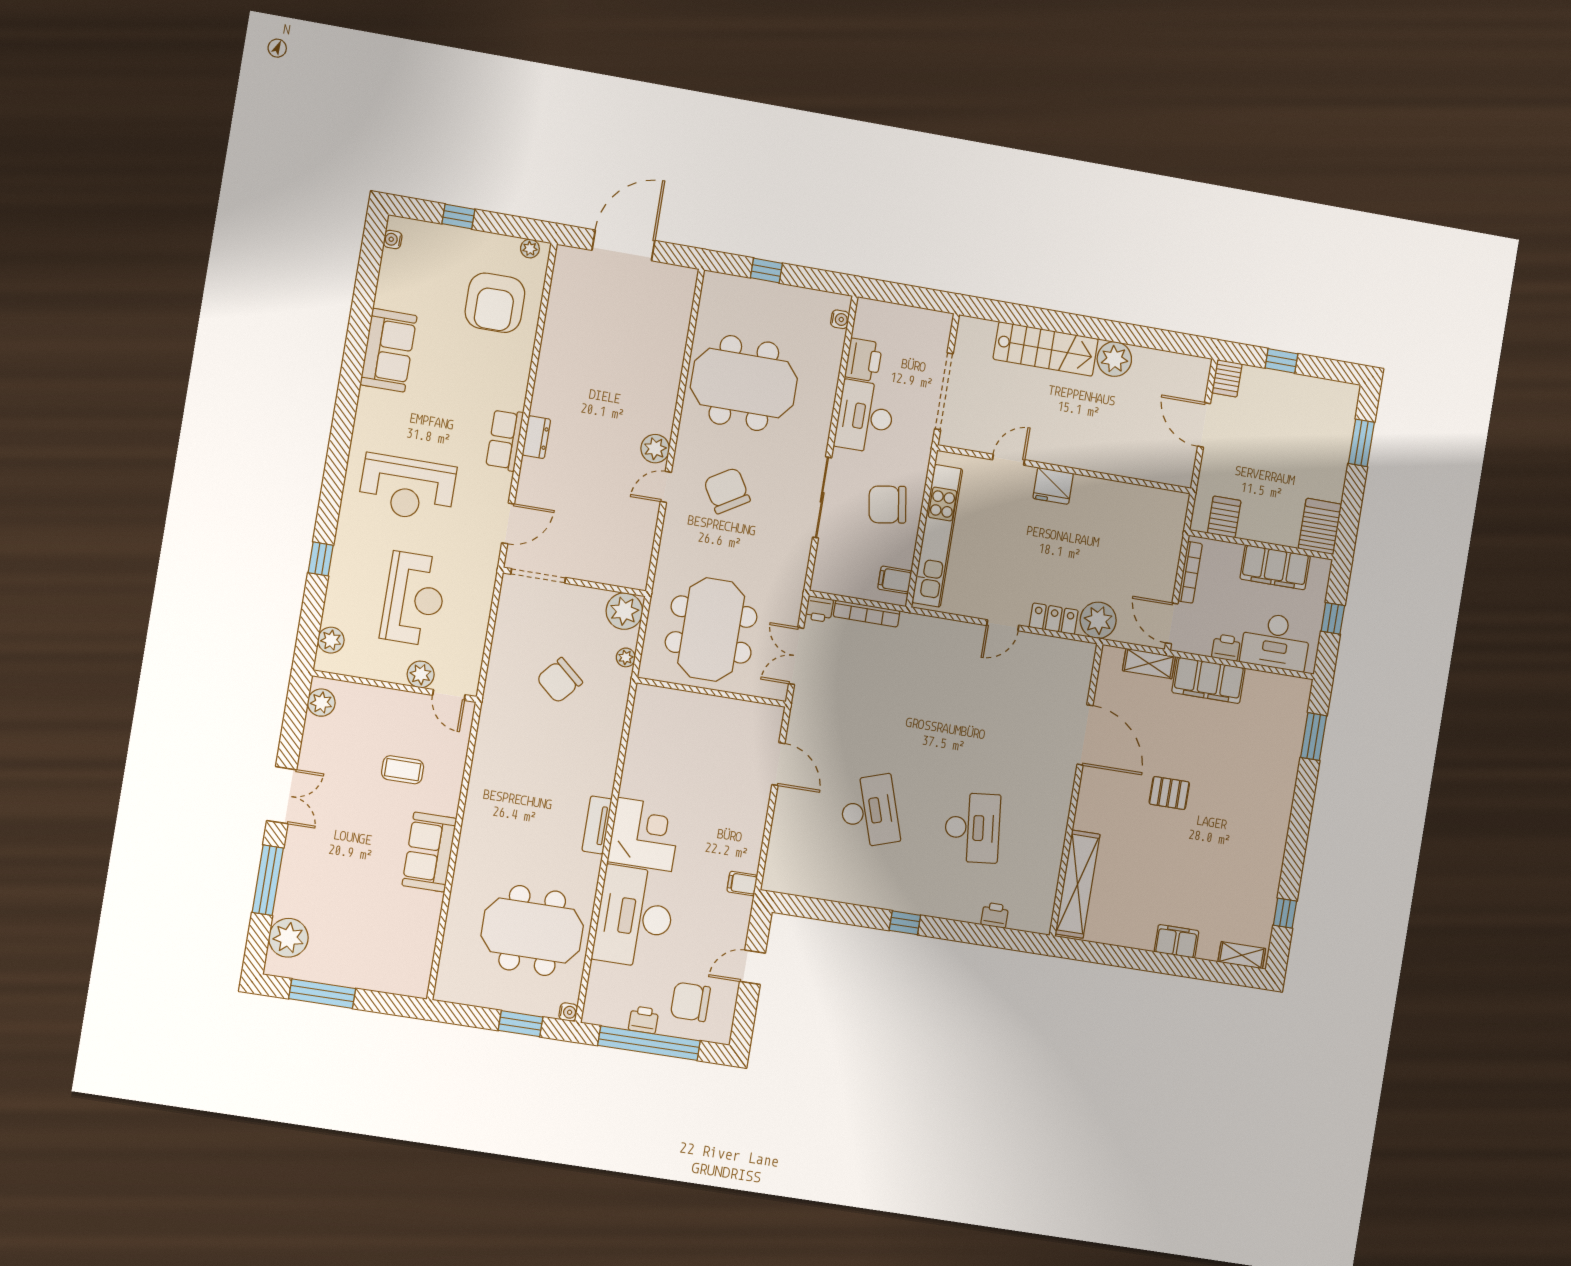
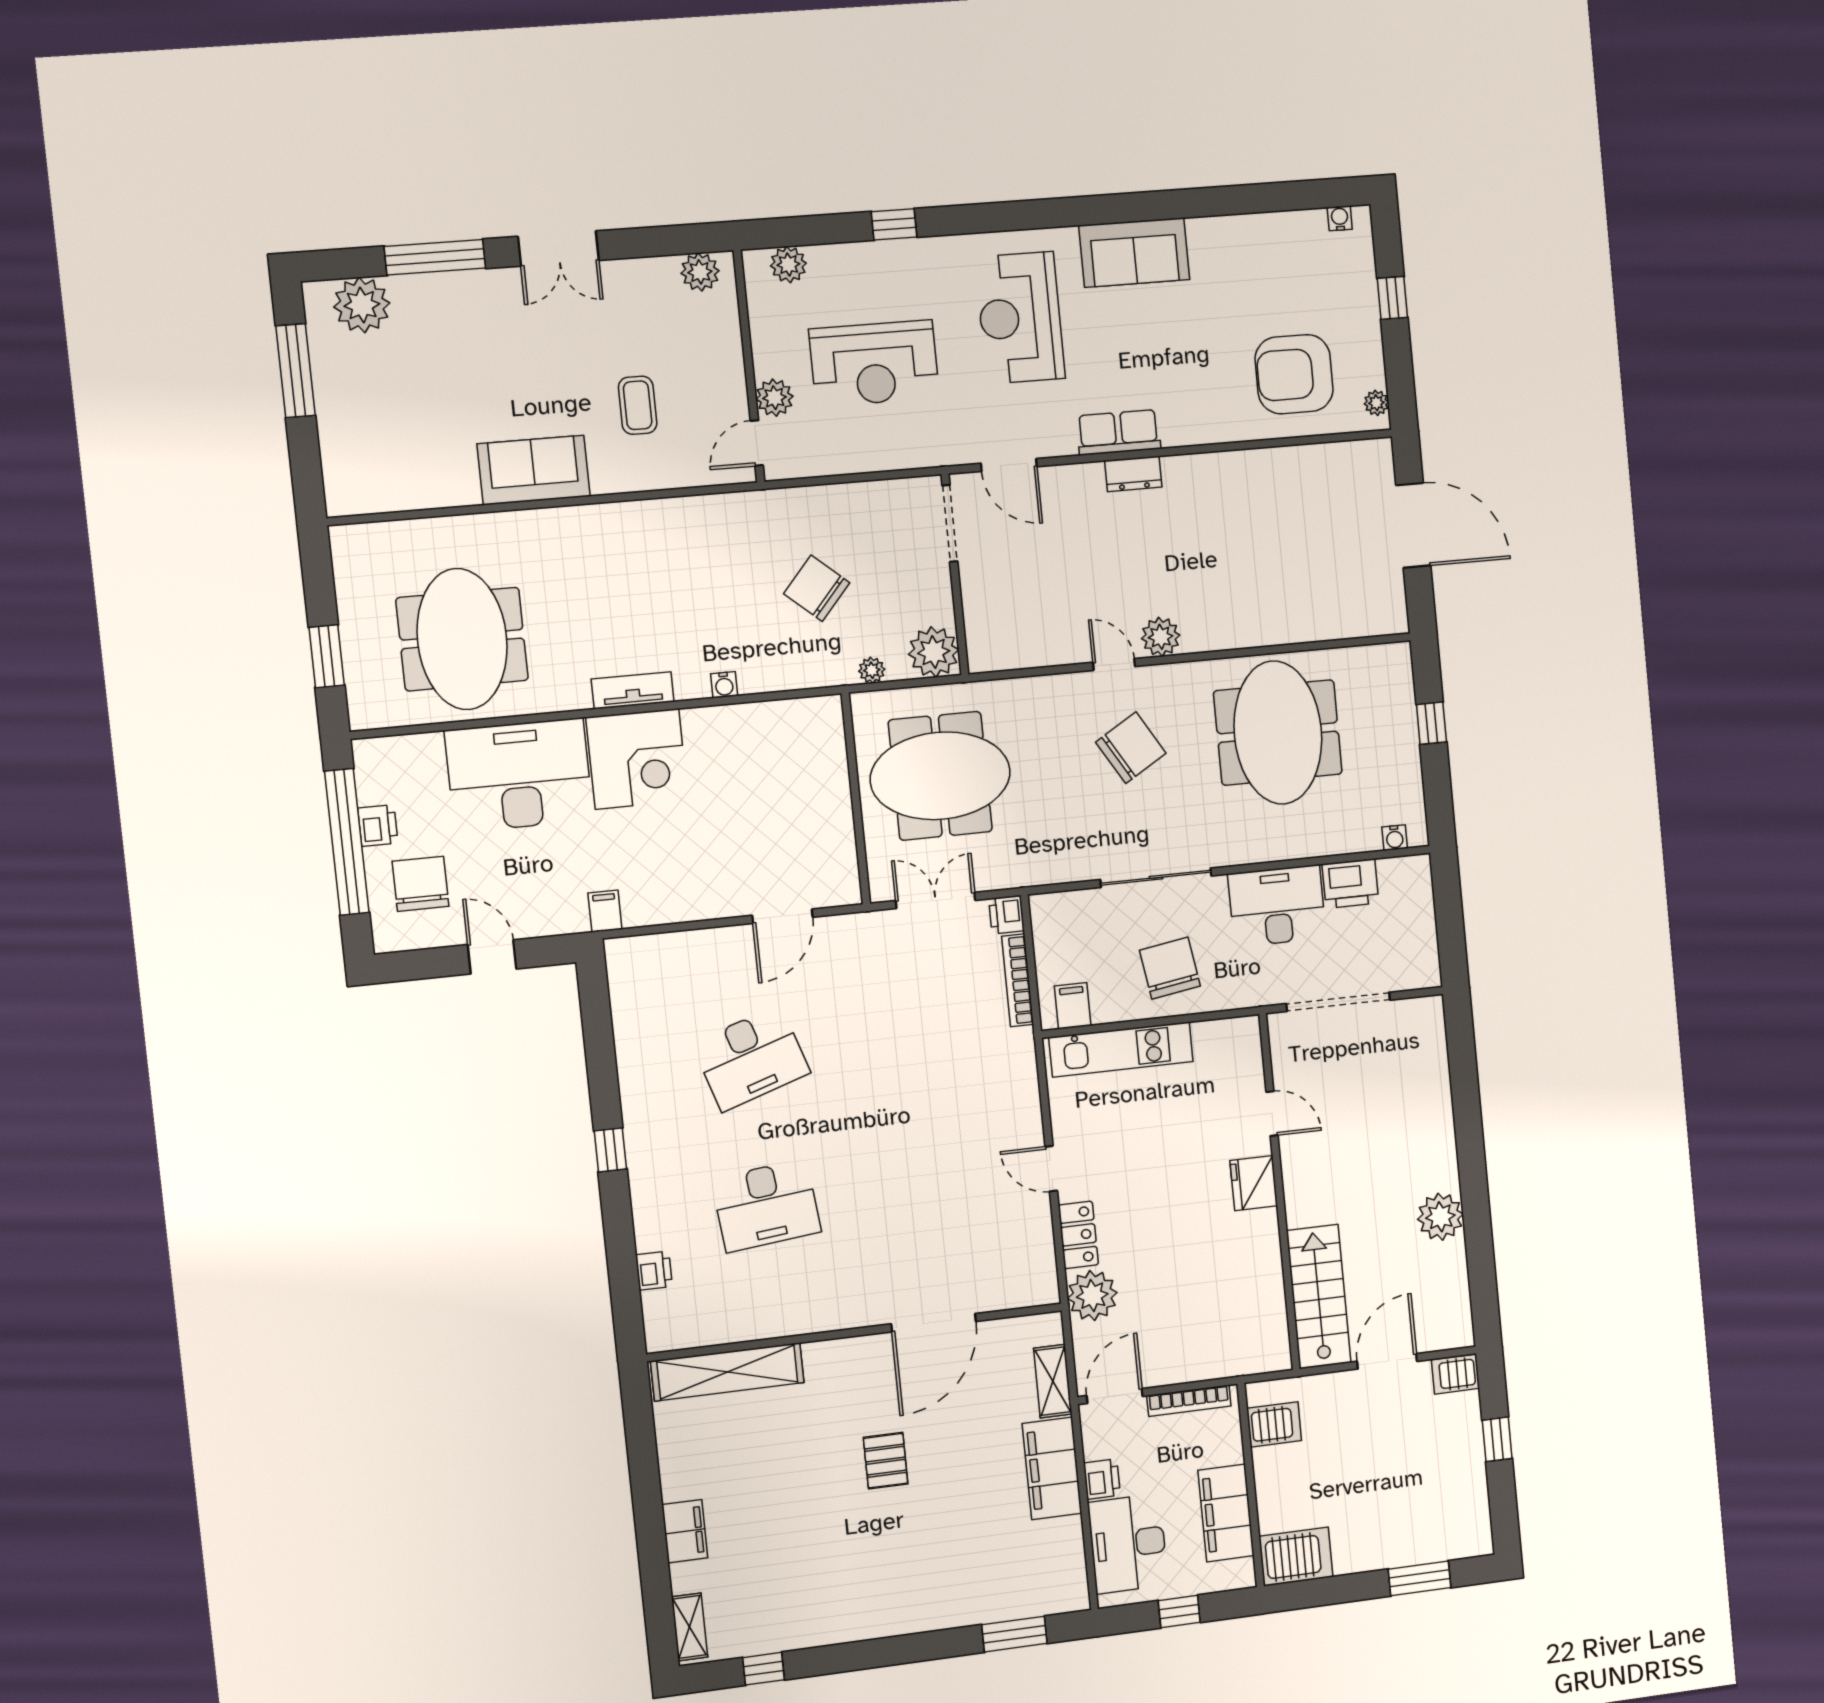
stairs: (1046, 349) -> (1319, 1297), moved, turned 180
sofa: (388, 350) -> (1134, 252), moved
kitchen unit: (937, 536) -> (1121, 1049), width x0.73
water cooler: (568, 1012) -> (724, 685), moved

